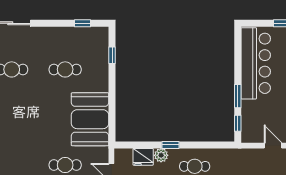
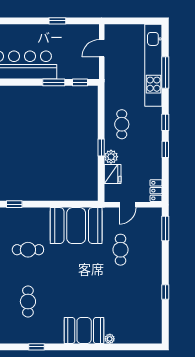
cafe table: (65, 69) -> (28, 250), turned 90

